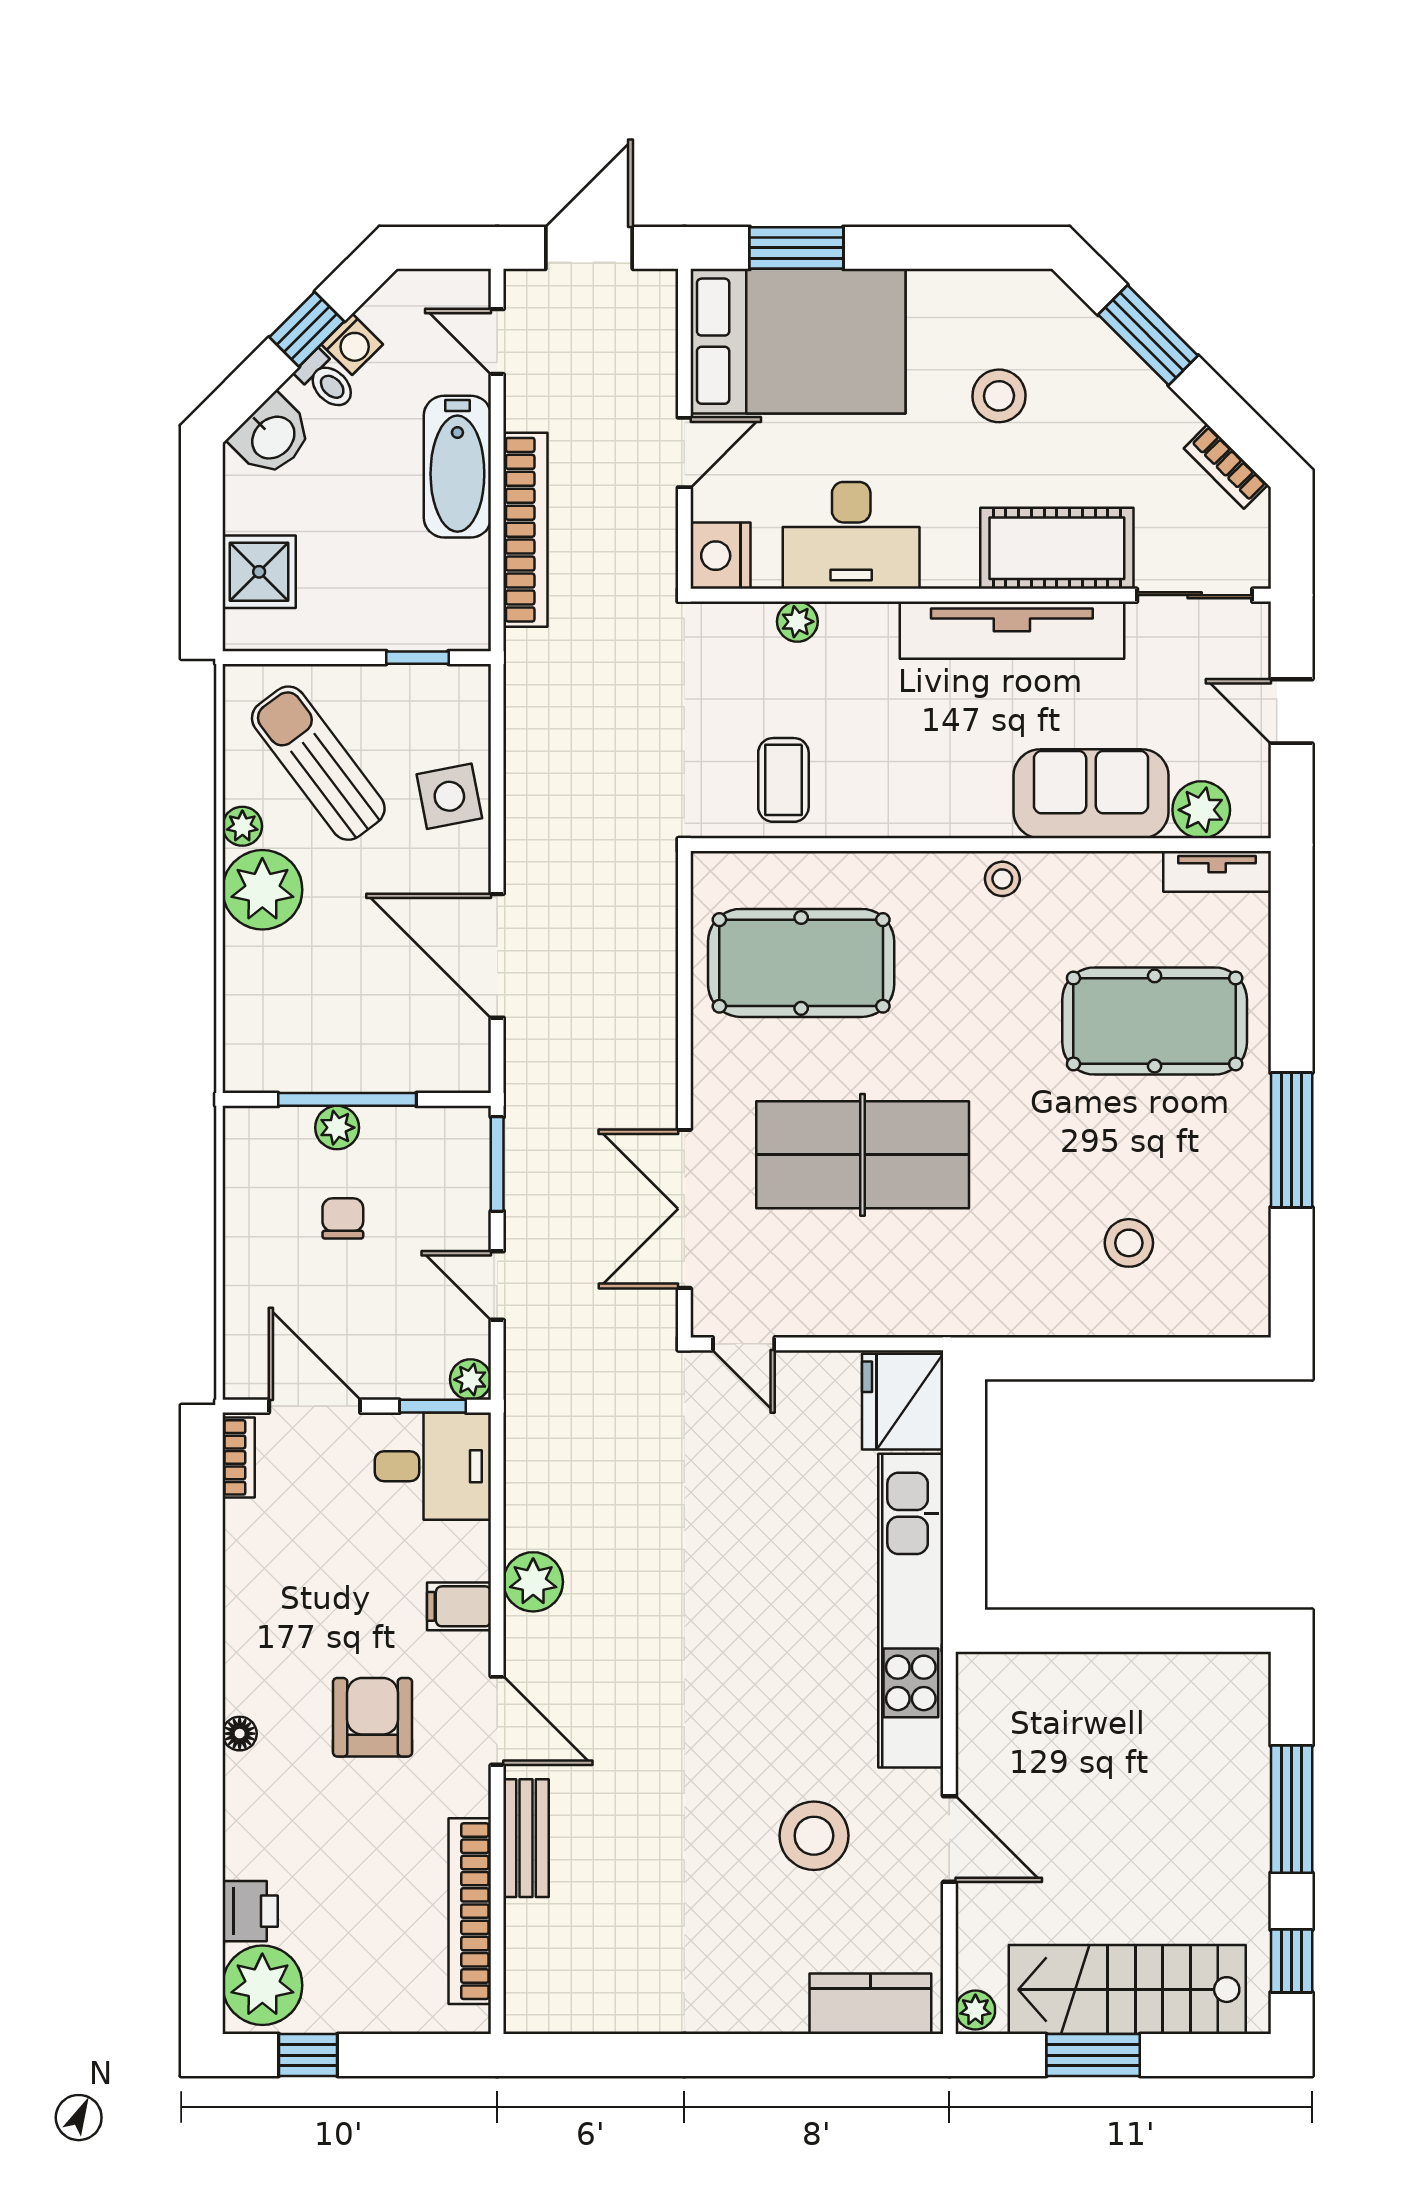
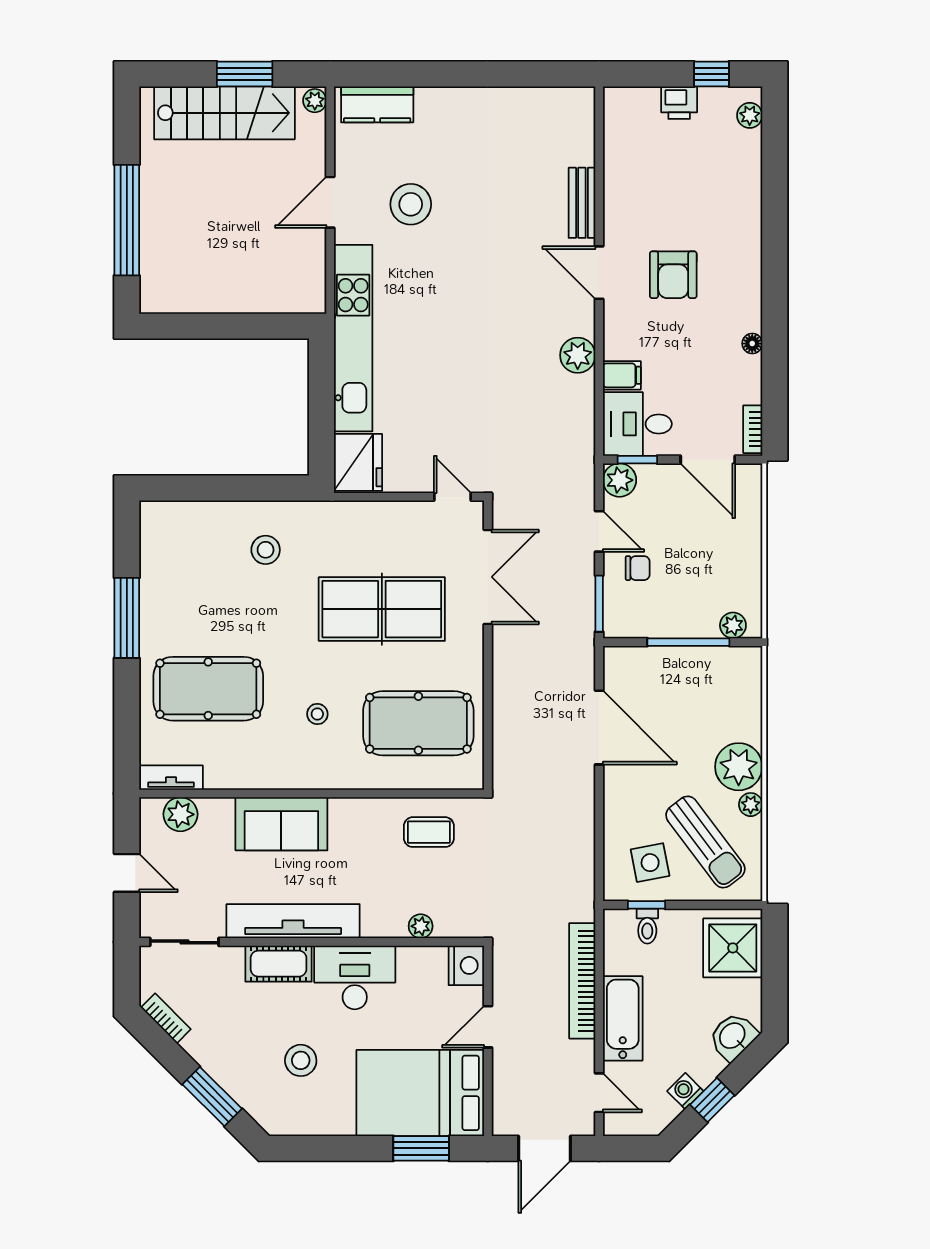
toilet: (326, 381) -> (647, 926), moved, turned -135
desk: (851, 535) -> (355, 977), moved
cot: (1057, 548) -> (279, 964), width x0.73, depth x0.75
shower: (259, 572) -> (733, 948), width x1.36, depth x1.36
coffee table: (783, 780) -> (429, 832), turned 90
sofa: (1091, 794) -> (281, 824), moved
side table: (449, 796) -> (650, 863), moved
stool: (1002, 879) -> (317, 714), moved
plant: (337, 1128) -> (733, 625), moved
chair: (343, 1218) -> (638, 568), moved, turned -90
stool: (1129, 1243) -> (266, 550), moved
plant: (470, 1380) -> (620, 480), width x1.38, depth x1.38
filing cabinet: (459, 1606) -> (622, 375), moved
floor lamp: (240, 1734) -> (752, 344), moved
window: (1292, 1809) -> (127, 220), width x1.46
door: (949, 1839) -> (330, 202), hinge flipped
printer: (250, 1911) -> (679, 103), moved, turned -90
bookcase: (470, 1911) -> (615, 159), removed
window: (1292, 1961) -> (127, 130), removed
plant: (262, 1985) -> (750, 115), width x0.53, depth x0.53

